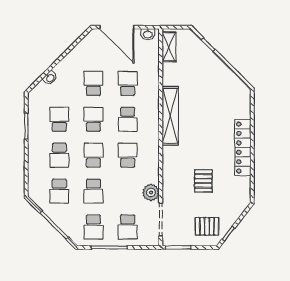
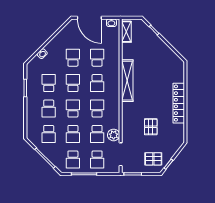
school desk: (128, 191) -> (97, 134), added

